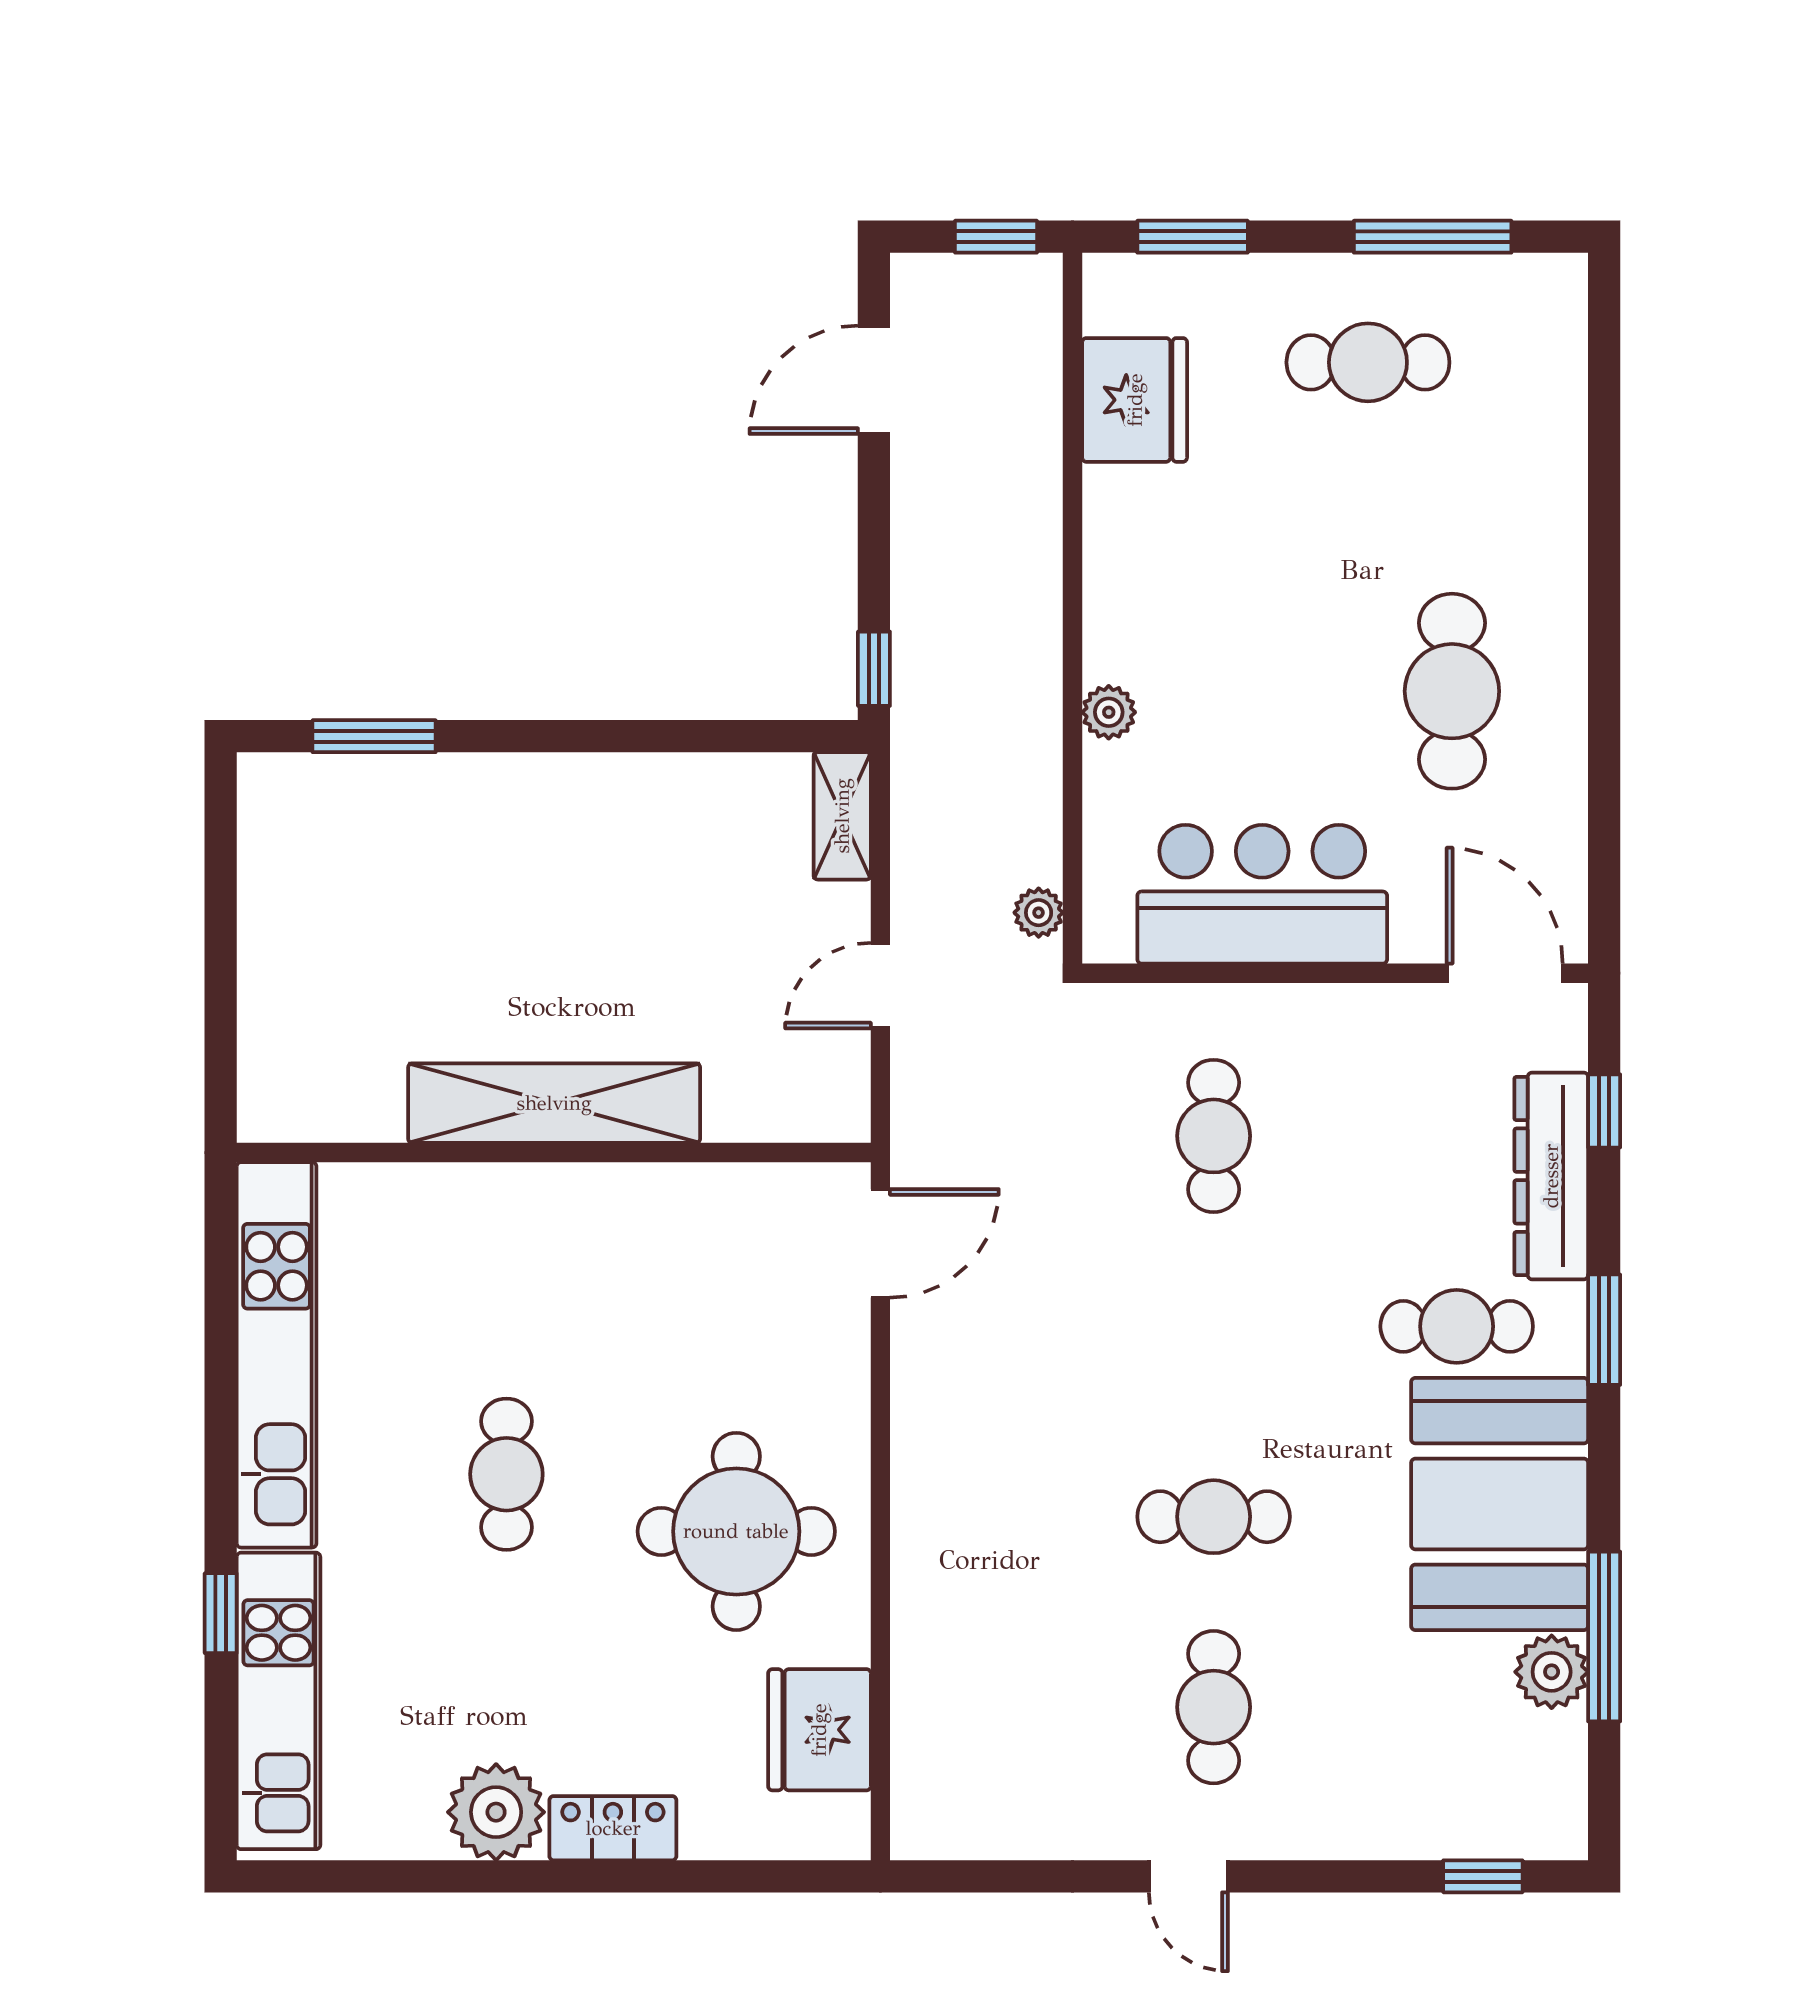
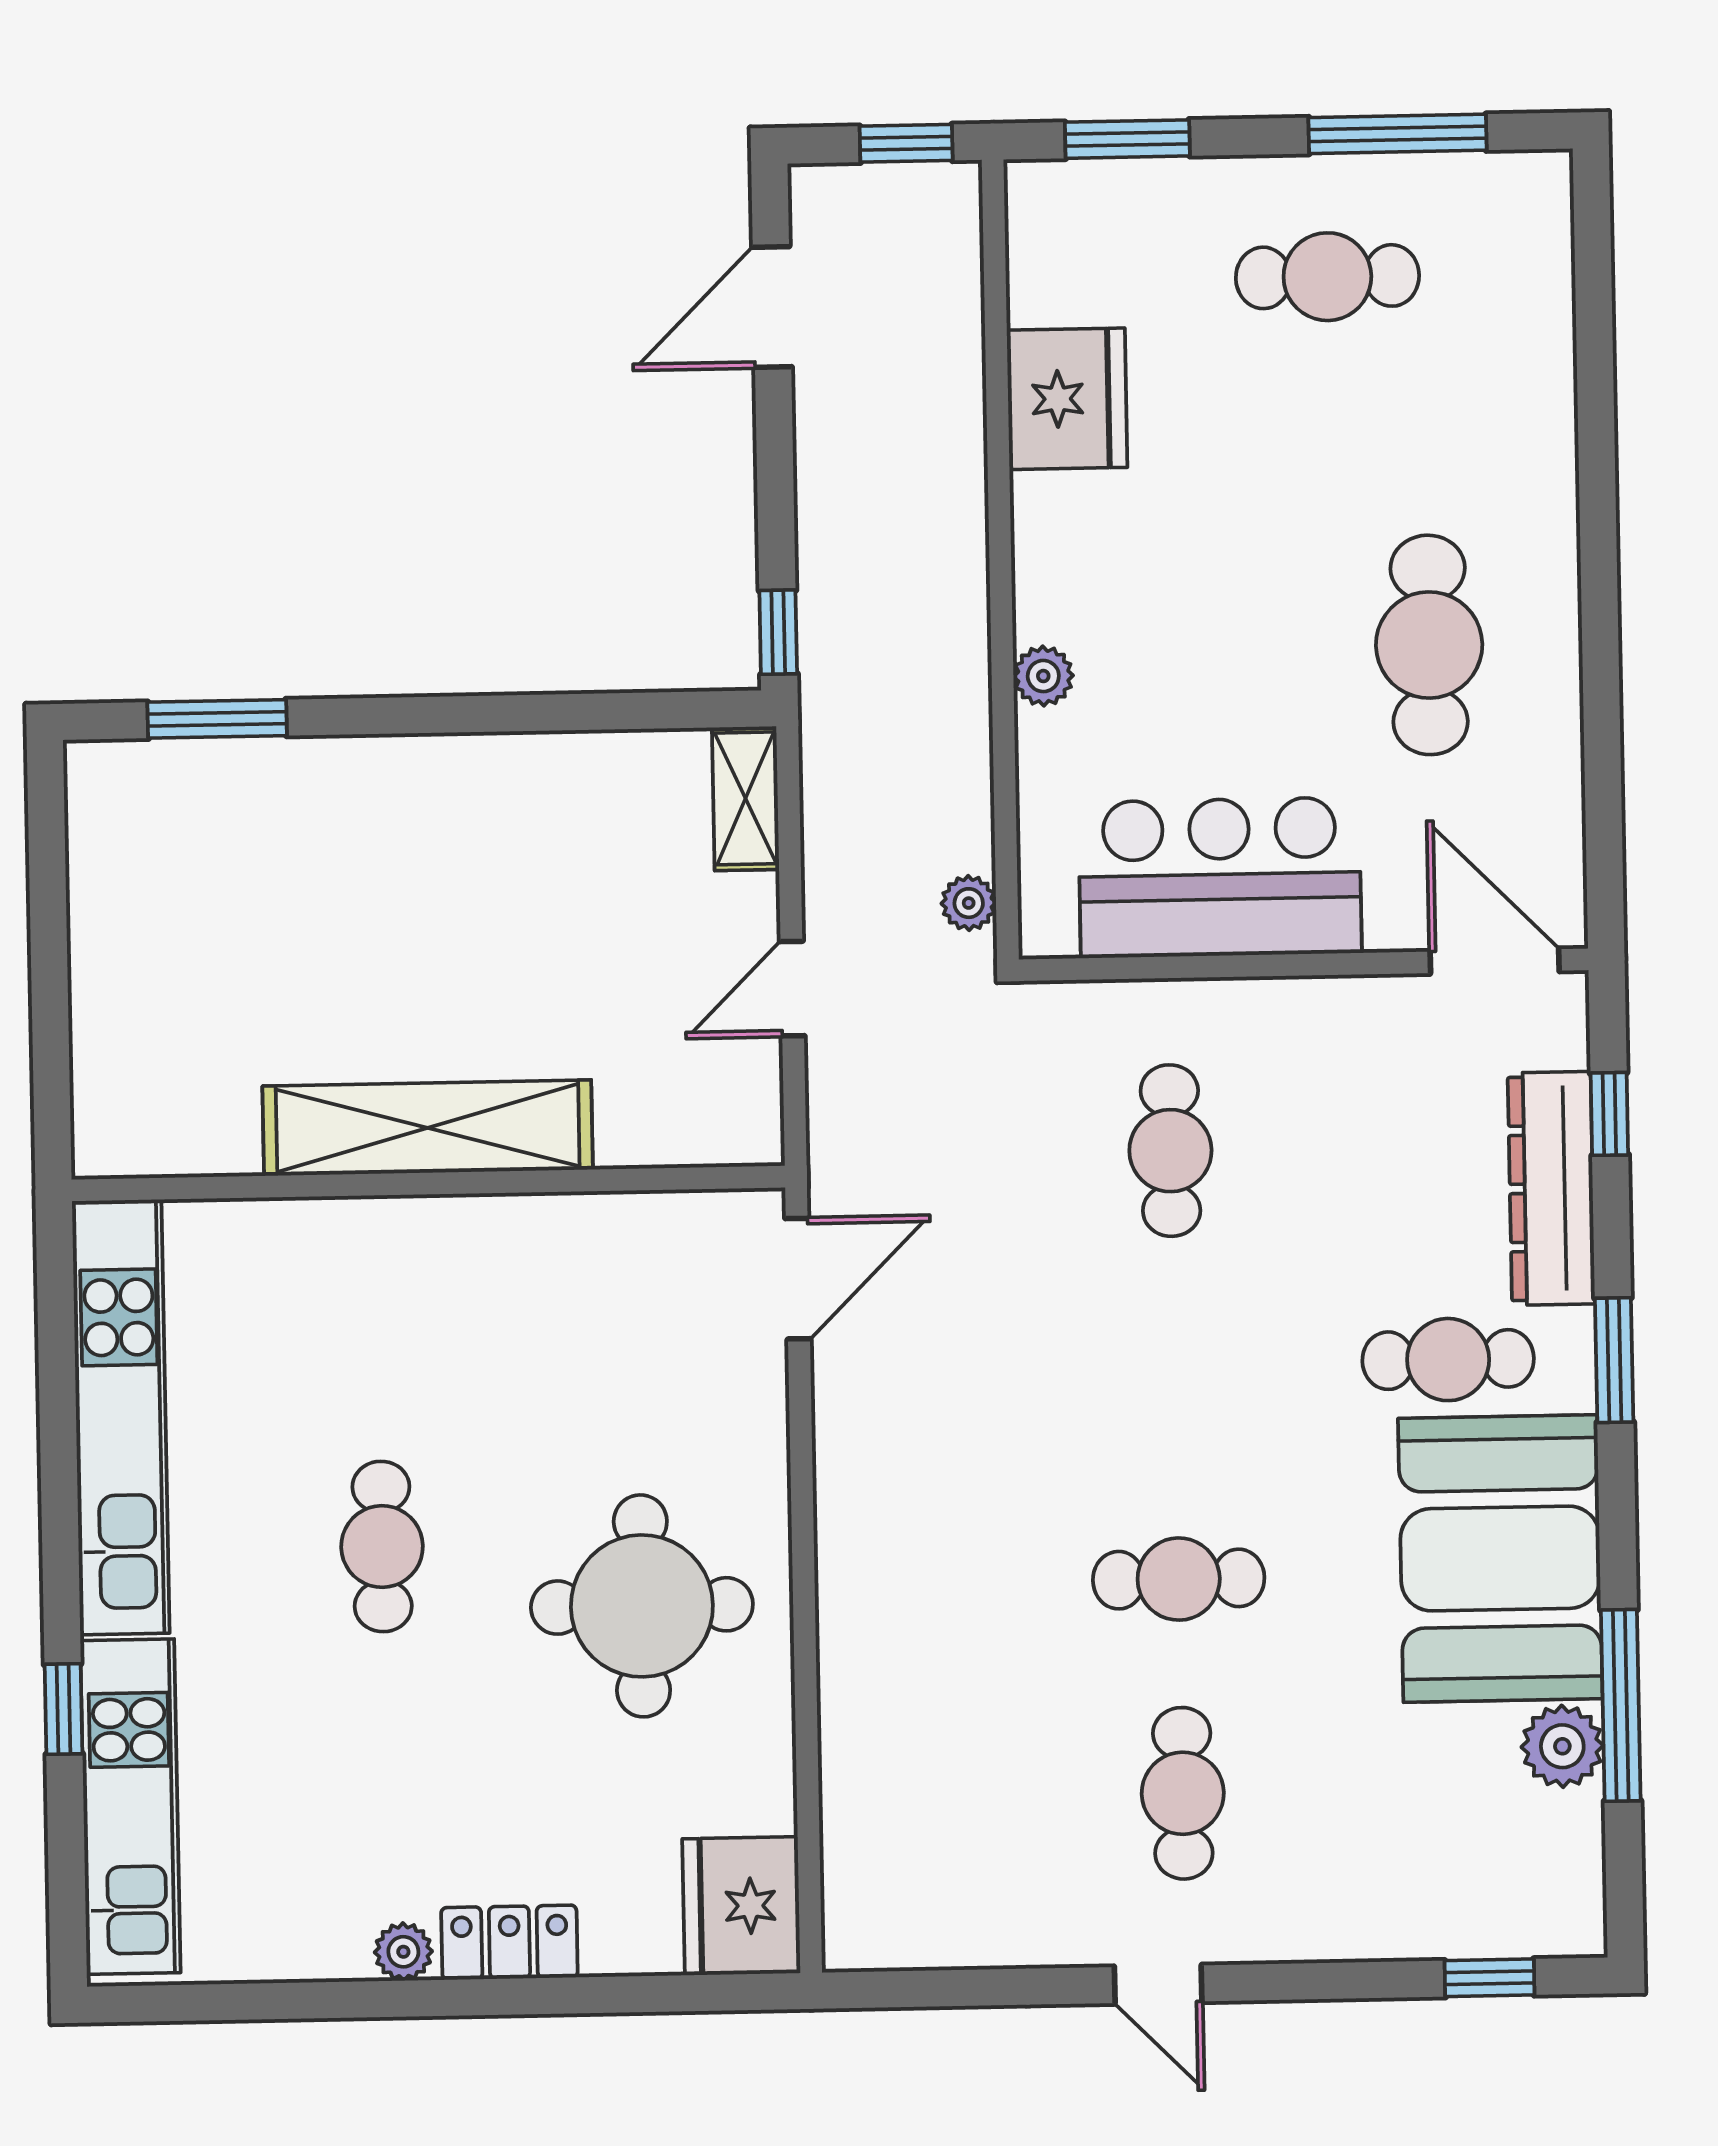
fridge: (1135, 400) -> (1067, 399), moved
fridge: (819, 1730) -> (741, 1906), moved
plant: (496, 1812) -> (403, 1952), width x0.53, depth x0.53

